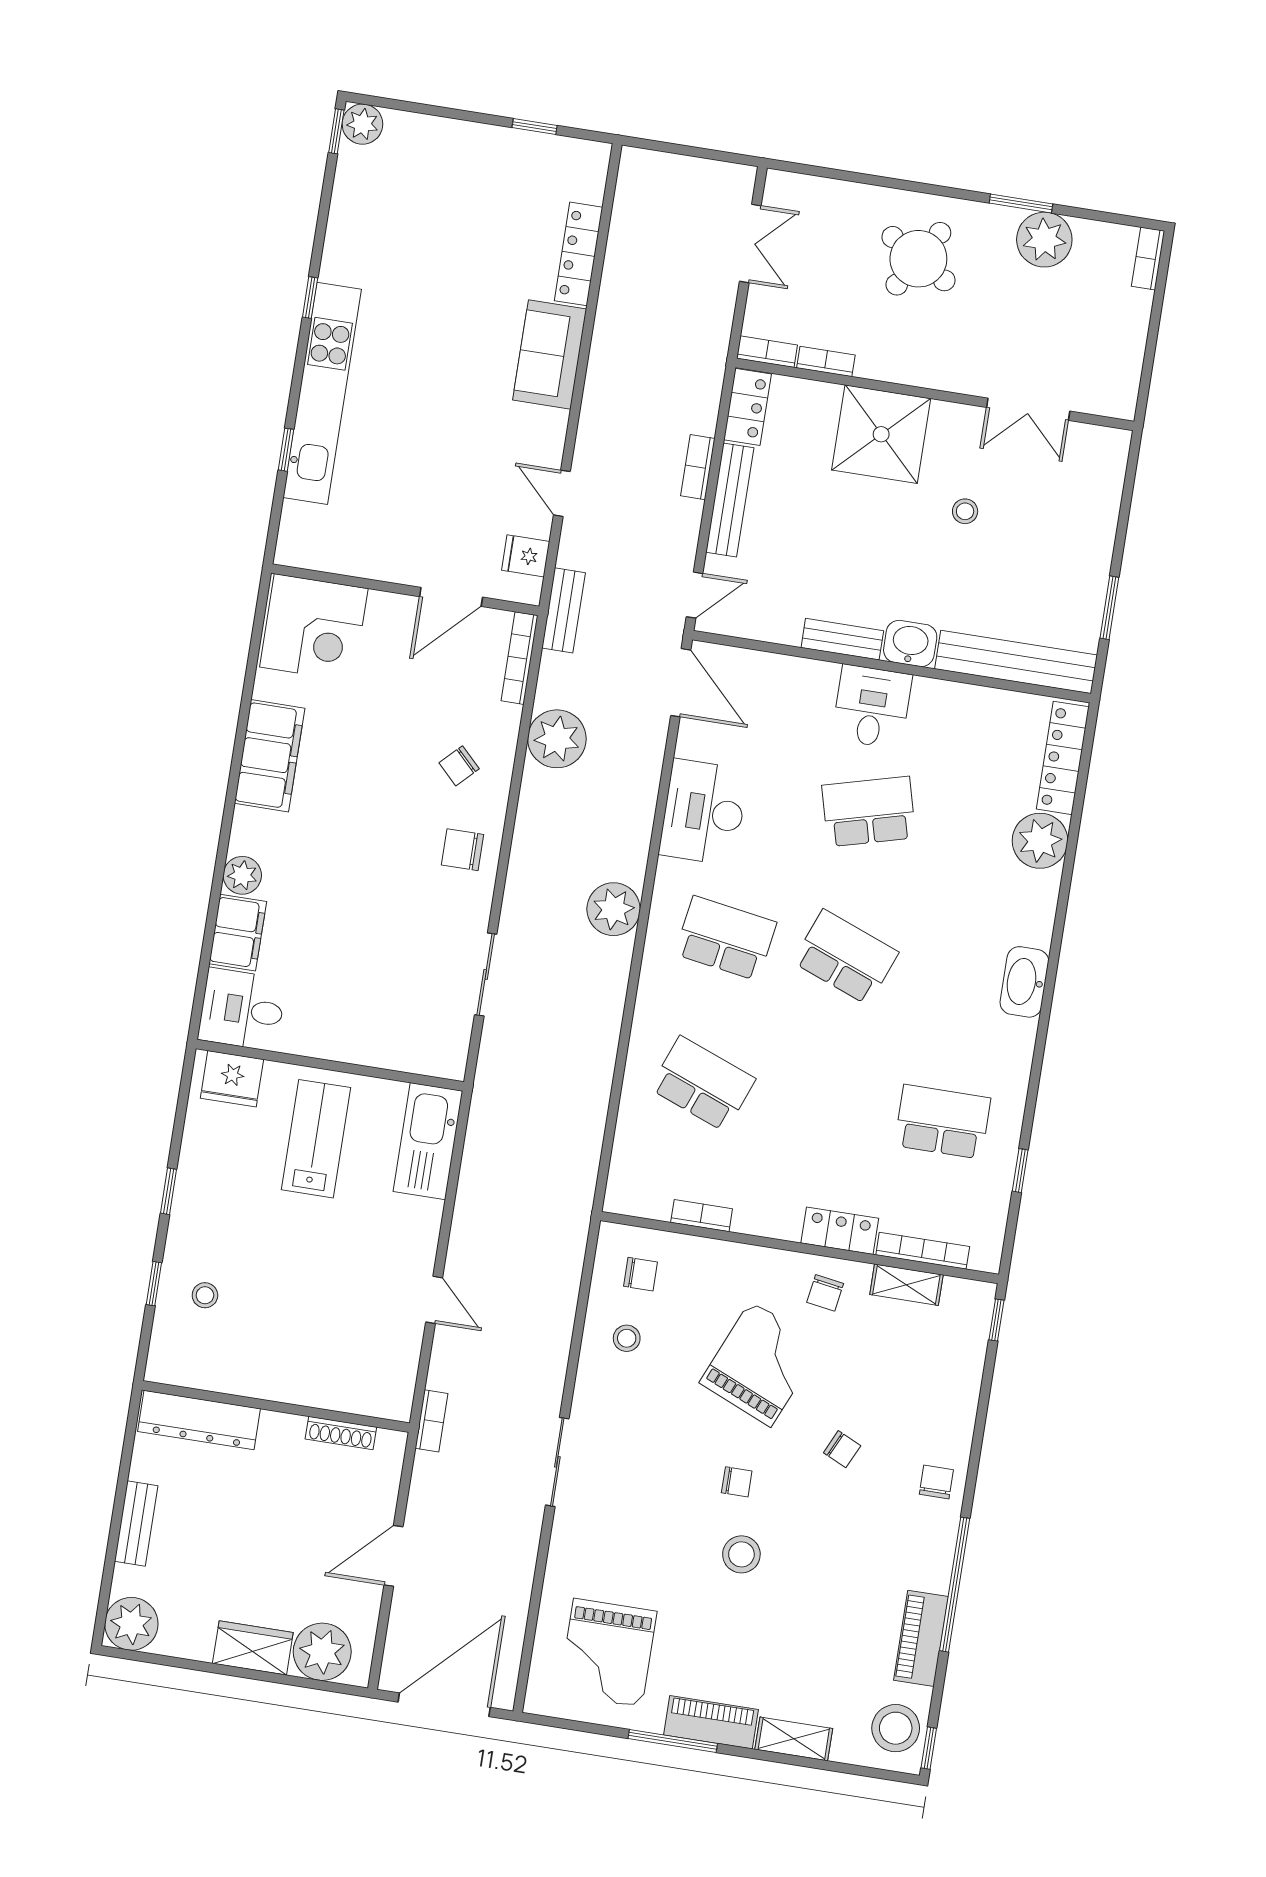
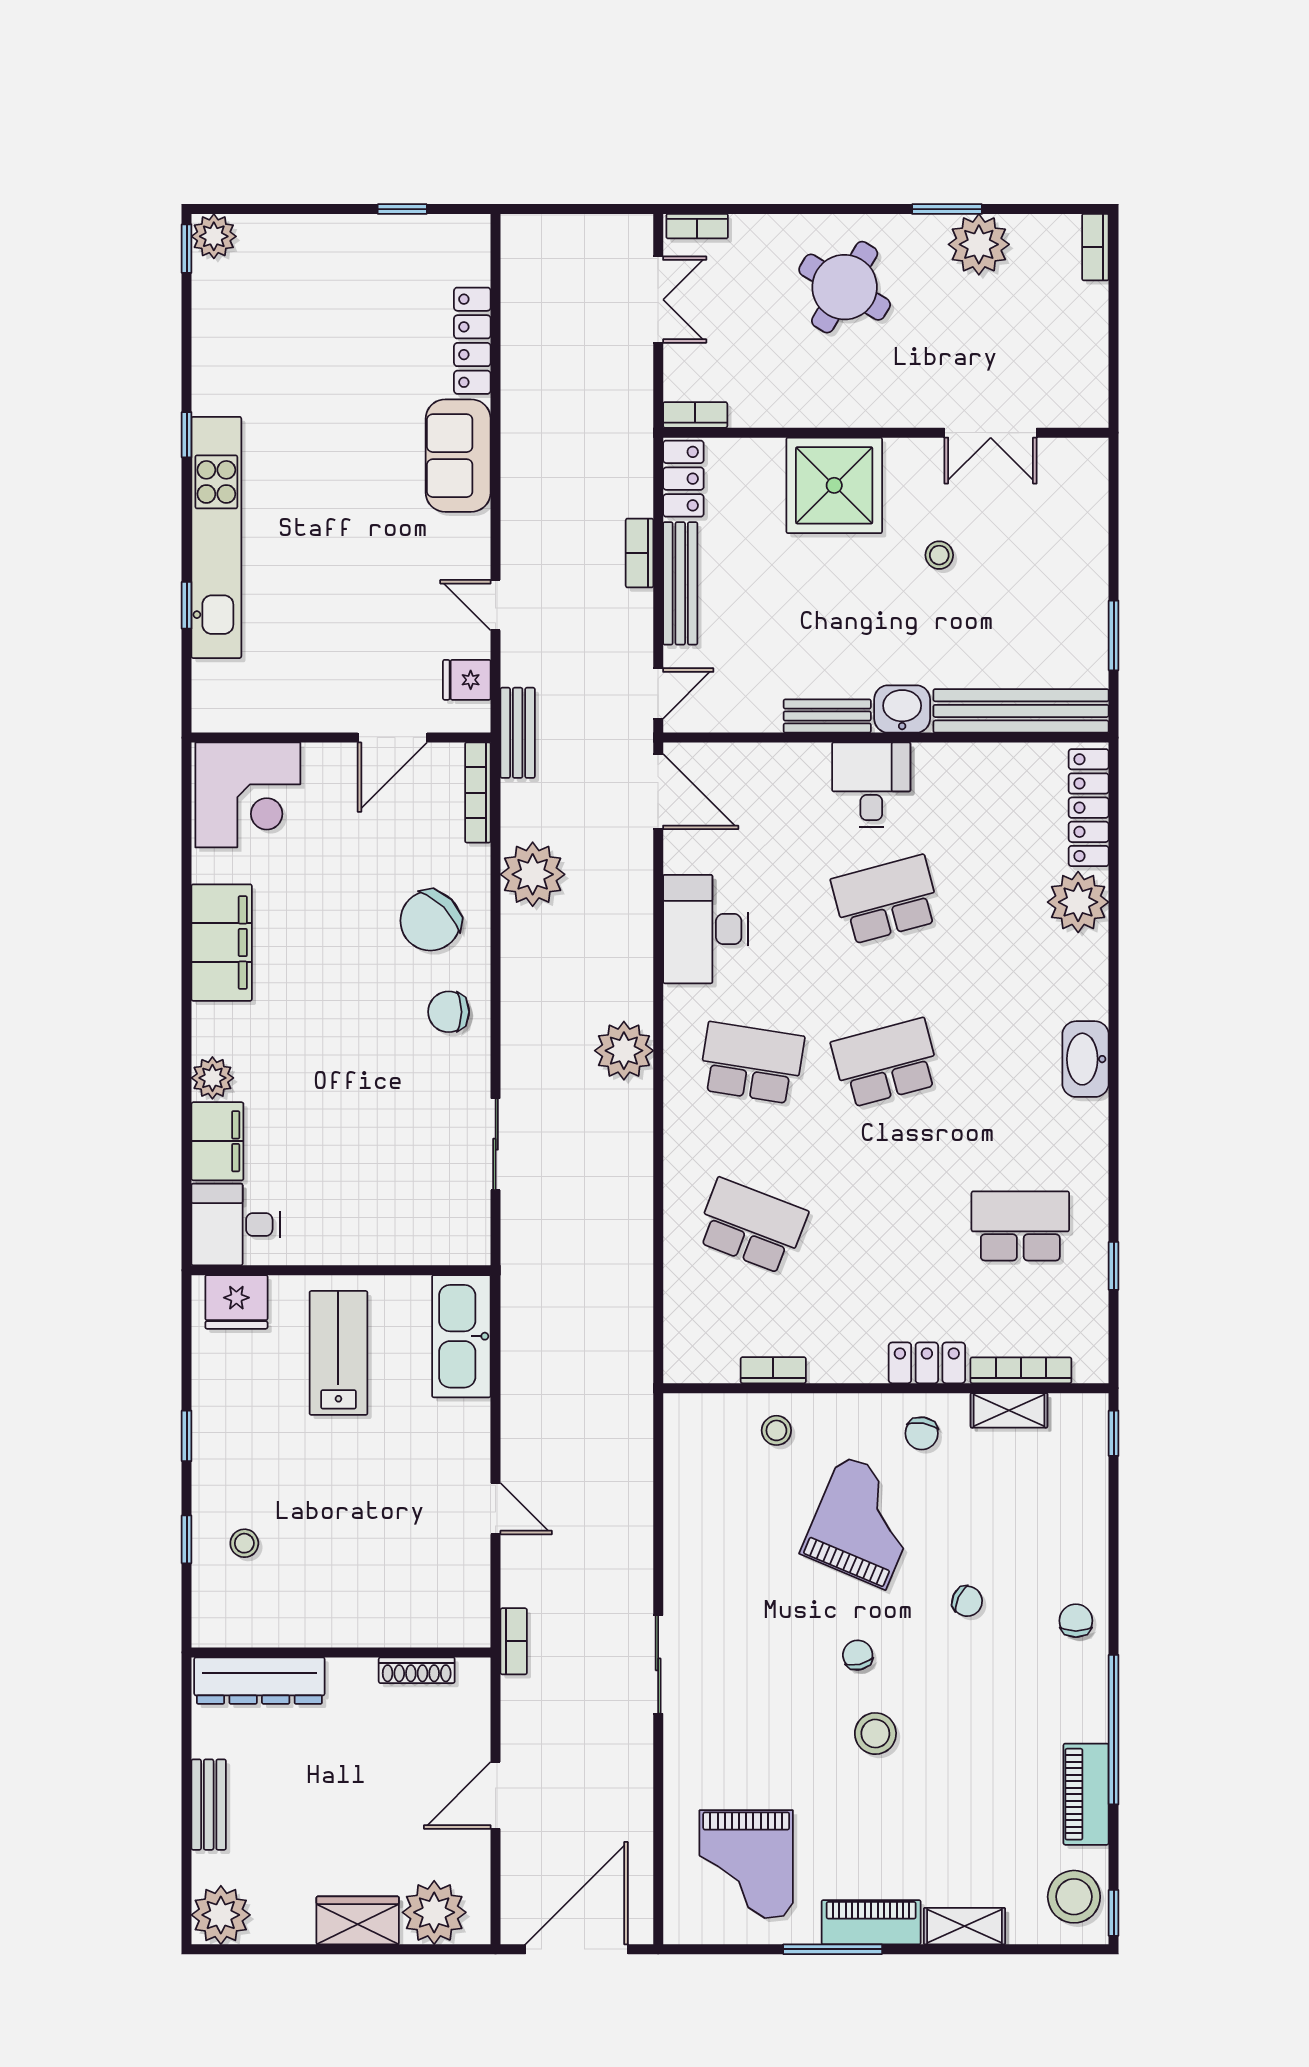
bookcase: (826, 362) -> (697, 226), moved, turned 180
chair: (459, 766) -> (430, 921), width x1.87, depth x1.87
school desk: (846, 957) -> (886, 1063), turned -36
chair: (641, 1274) -> (717, 1445), removed
stool: (627, 1338) -> (776, 1430), moved
chair: (737, 1482) -> (858, 1655), turned -103

